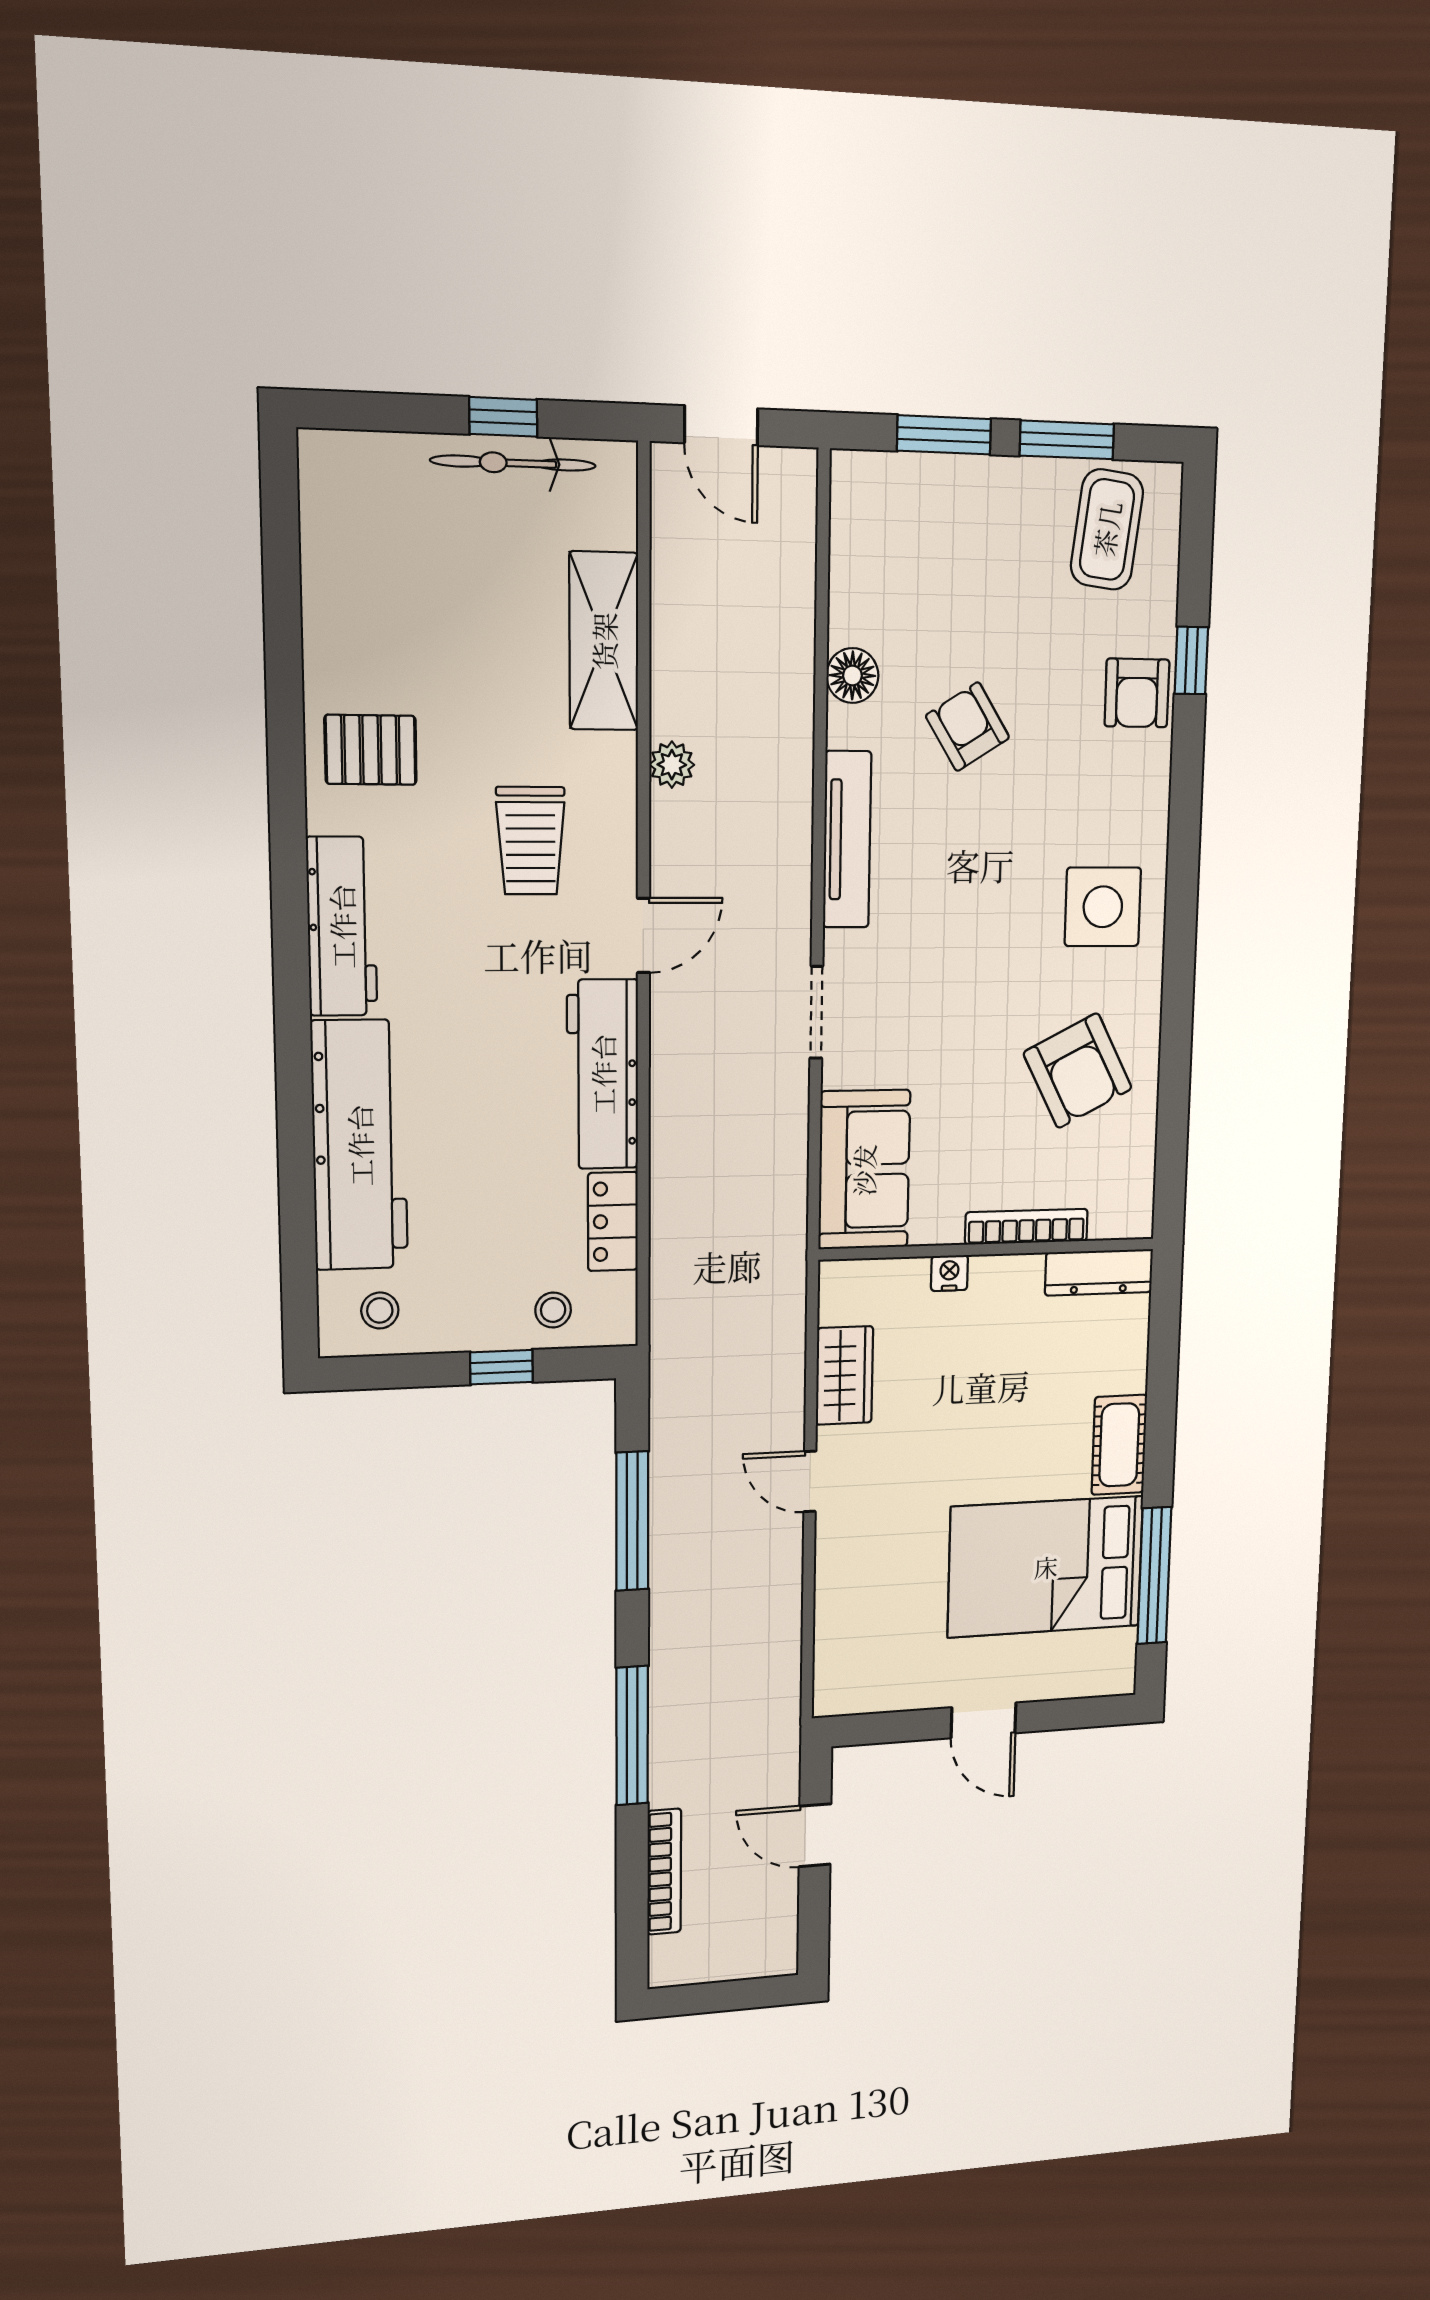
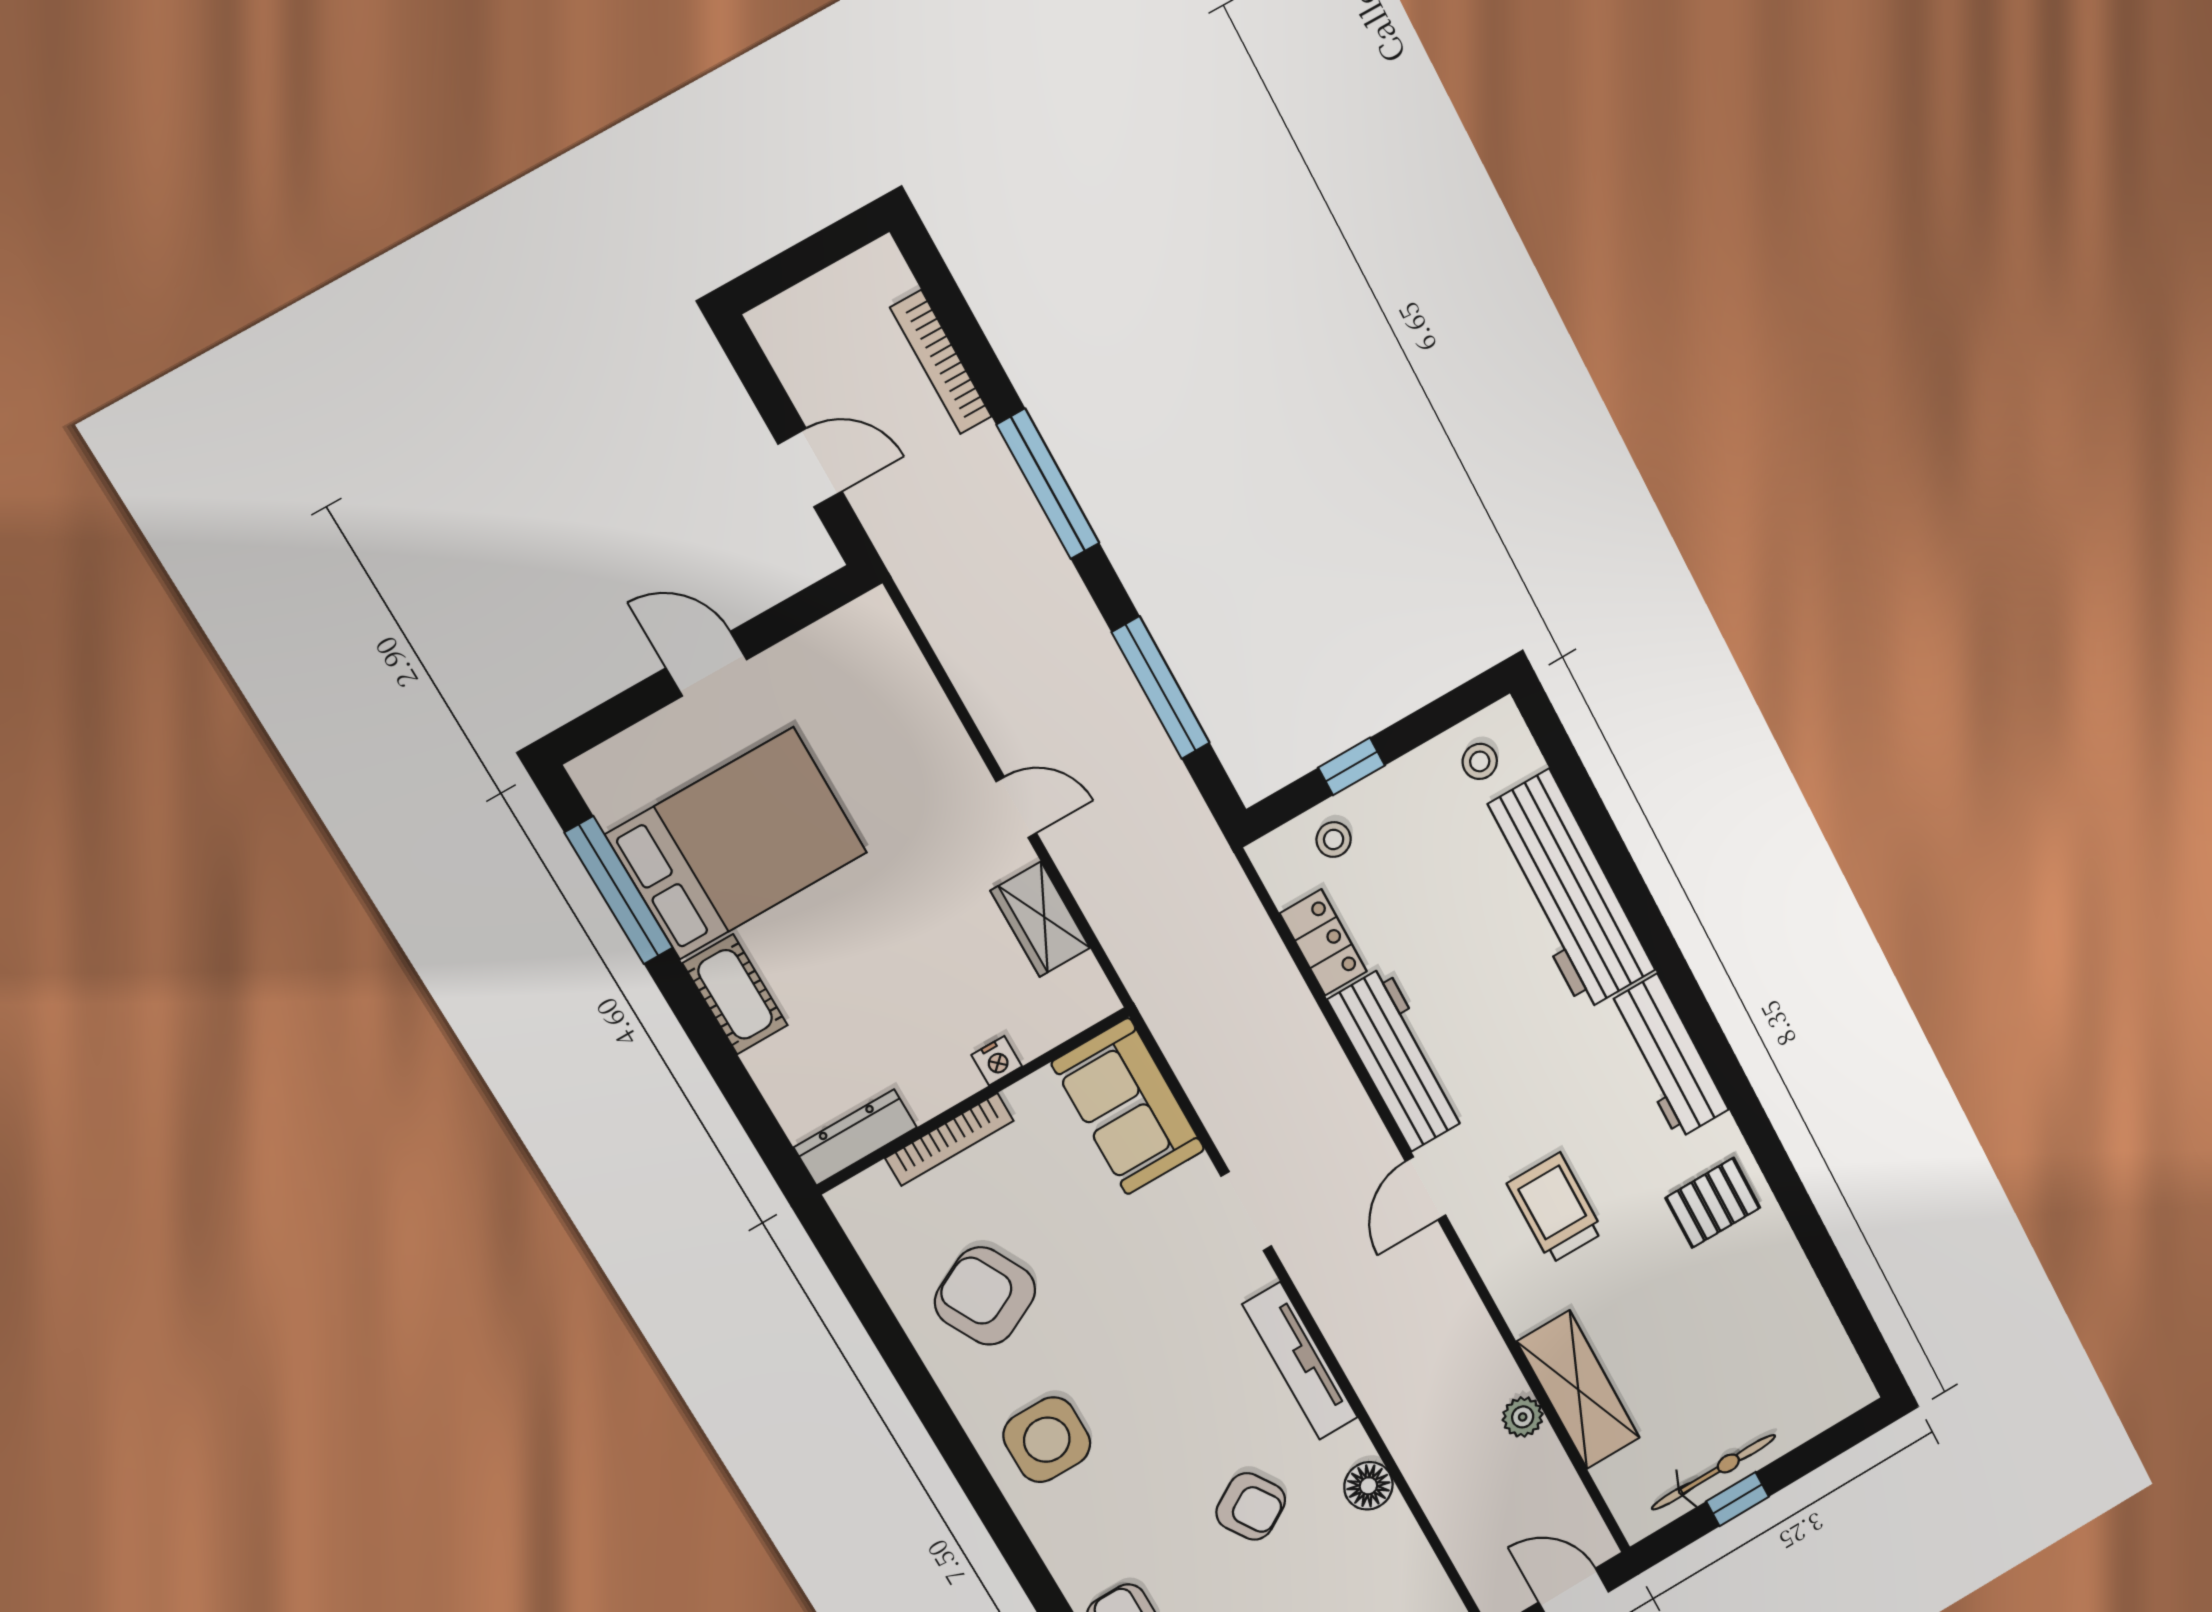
plant: (672, 765) -> (1523, 1417), moved

